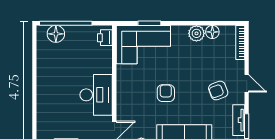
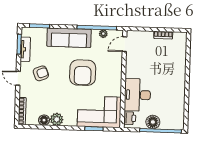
floor lamp: (56, 34) -> (153, 122), moved
armchair: (166, 93) -> (83, 73), width x1.88, depth x1.88
desk: (96, 95) -> (137, 95), moved

